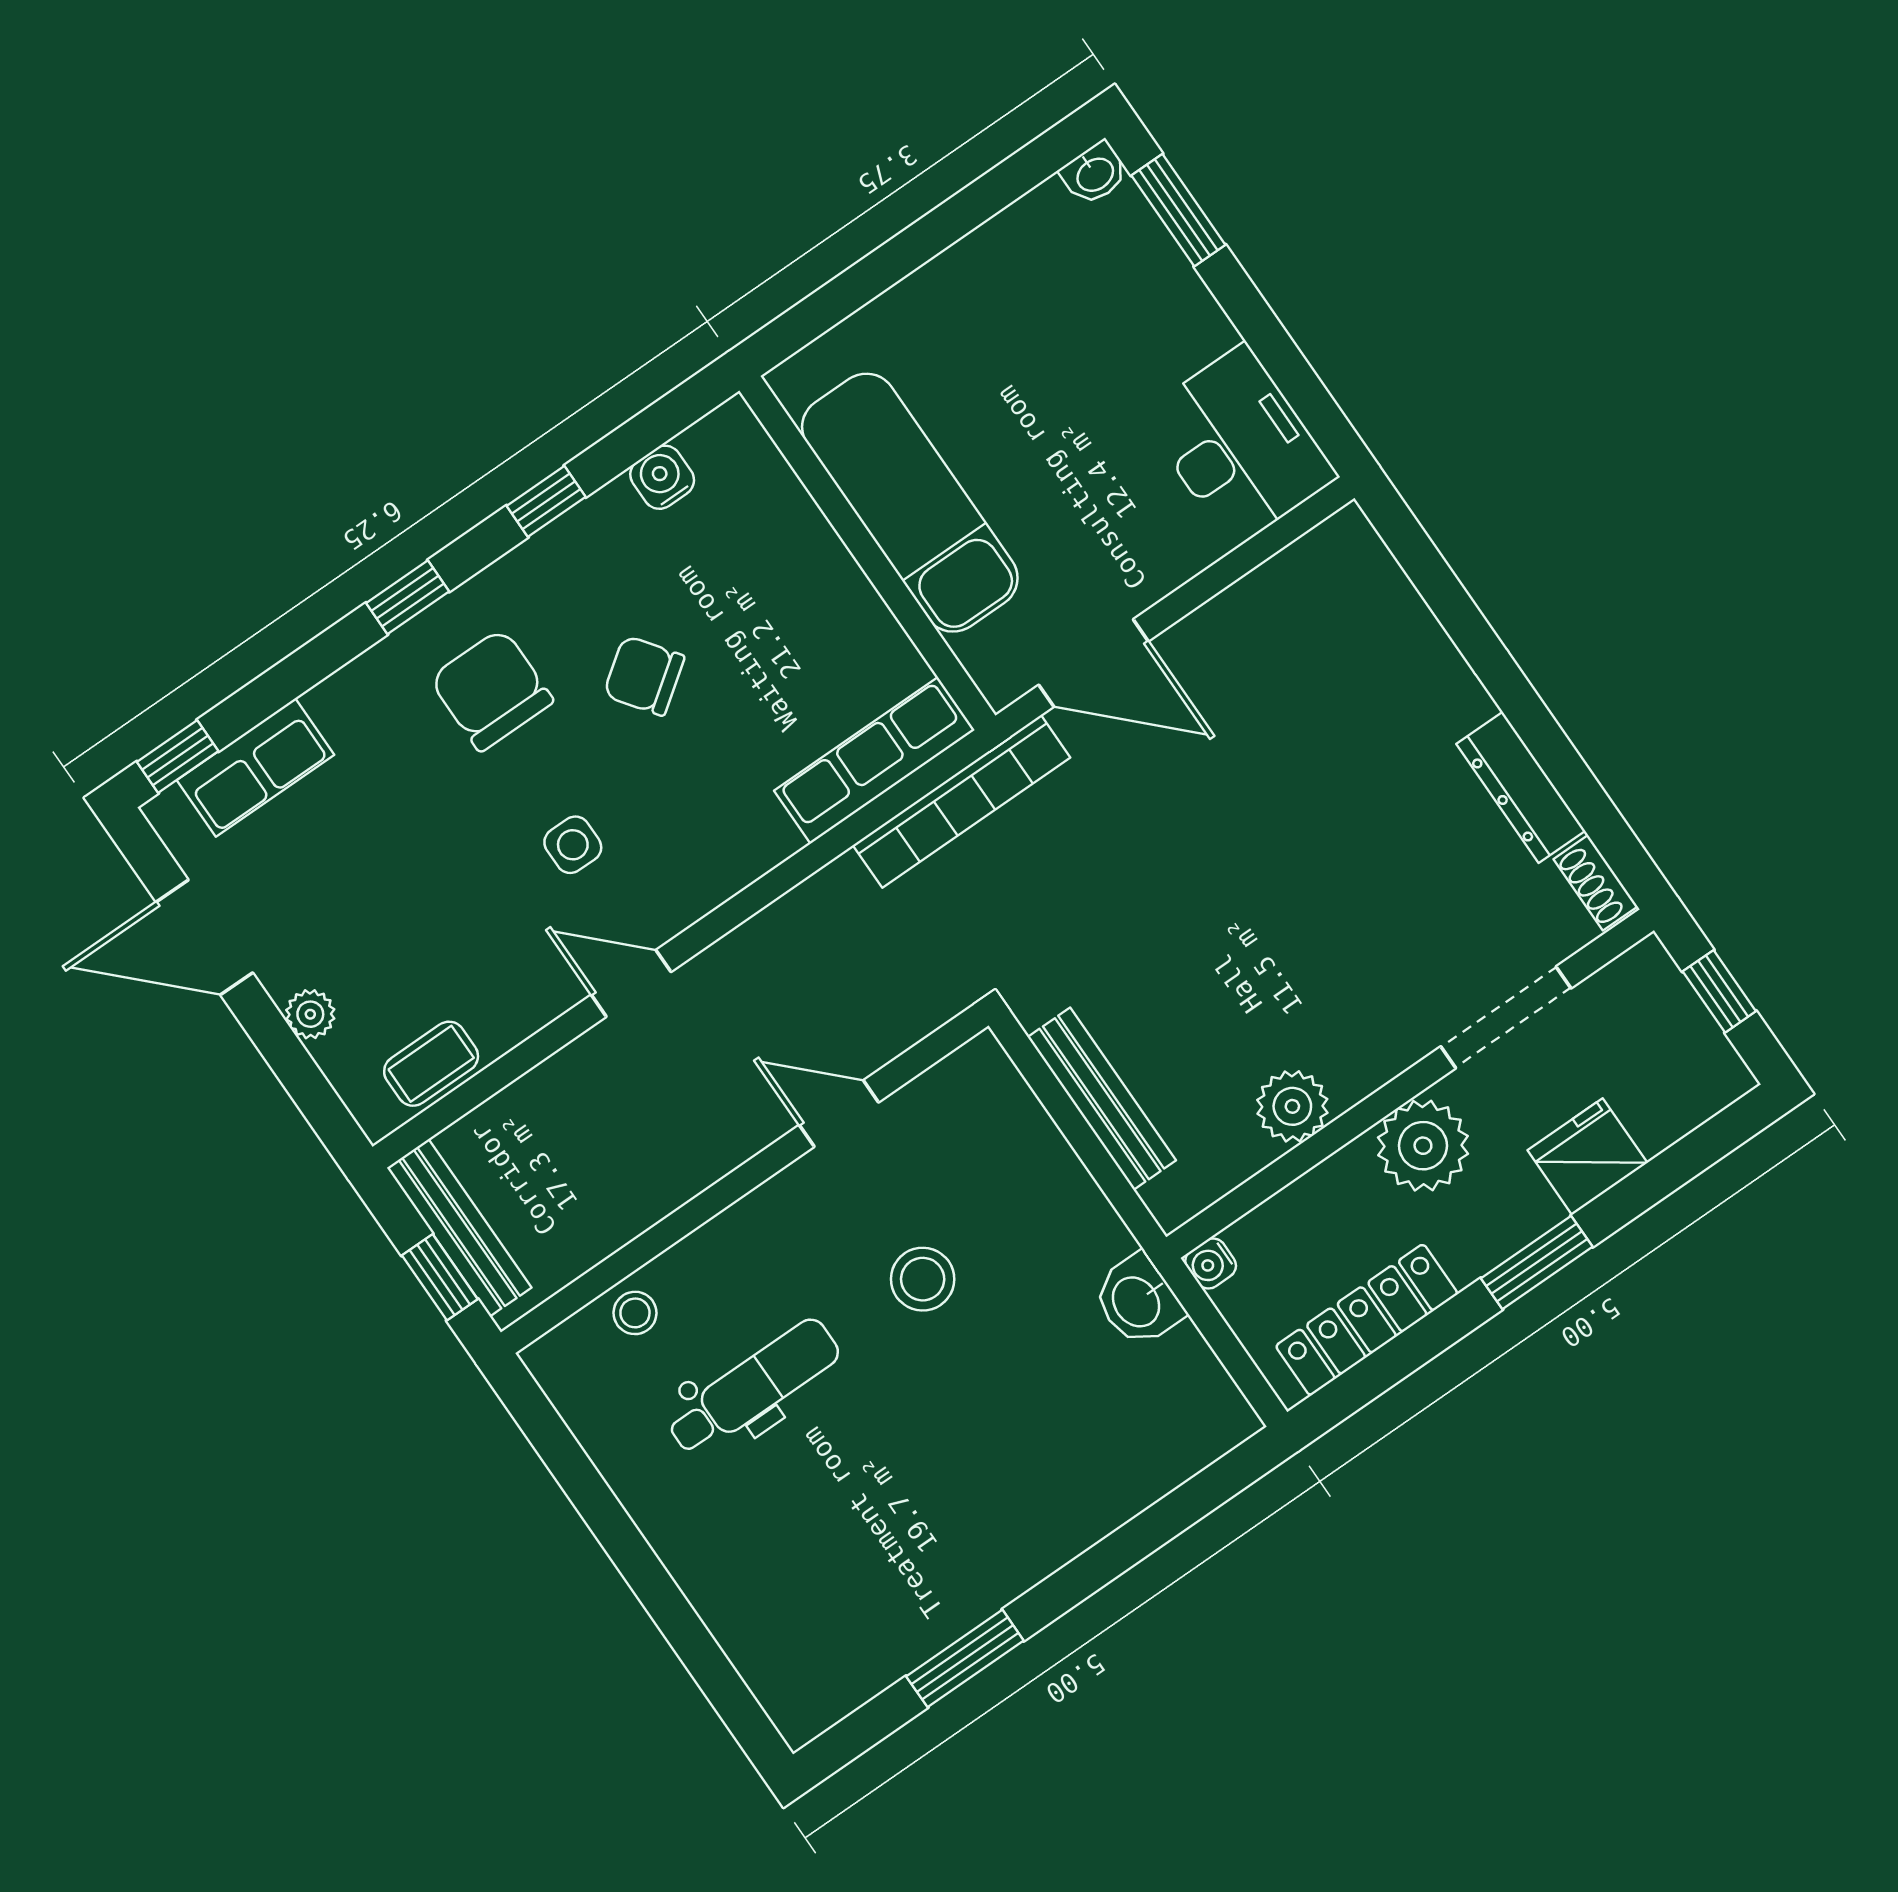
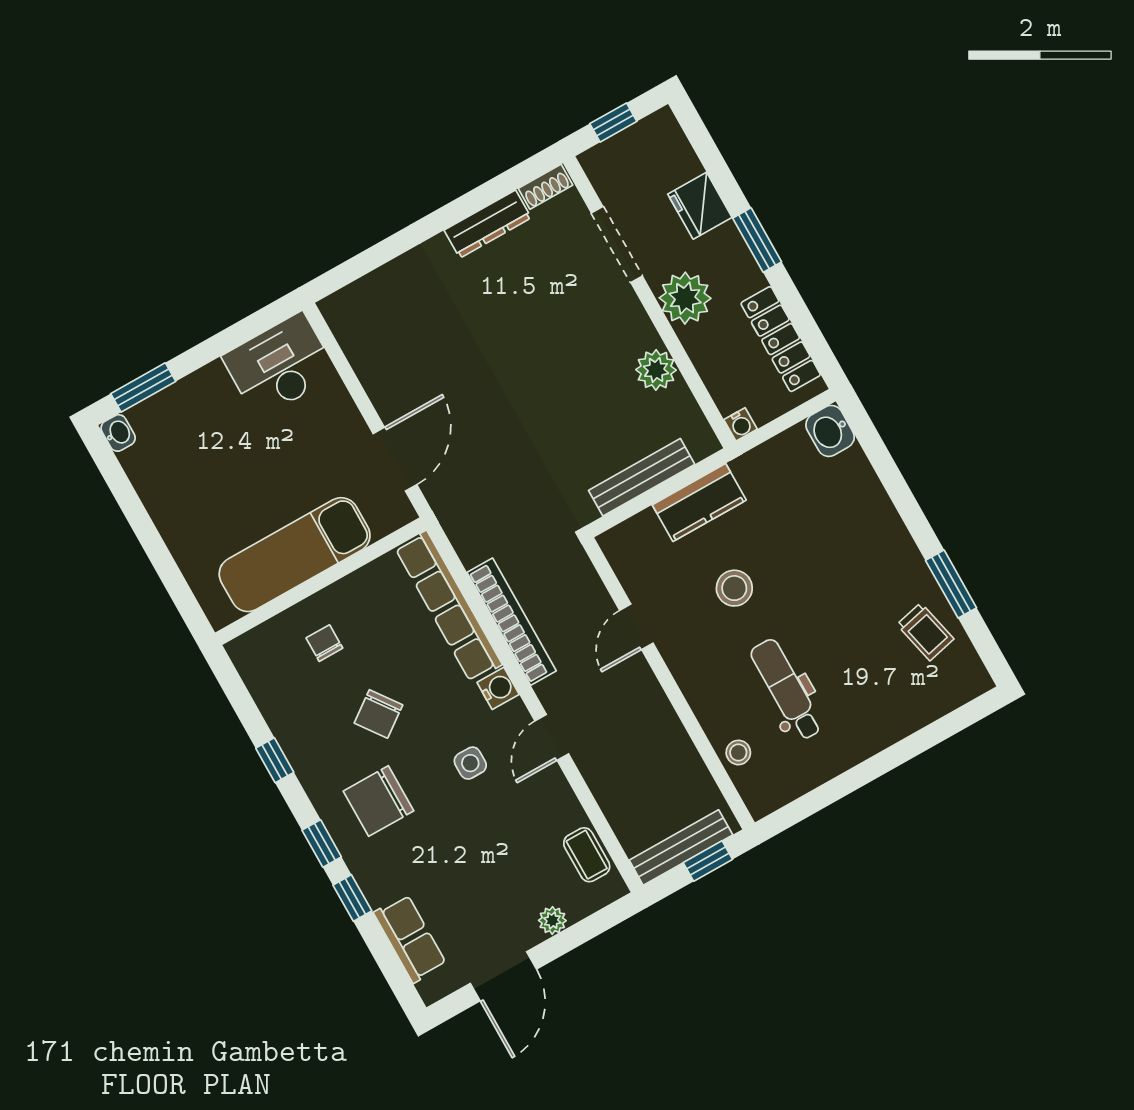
water cooler: (662, 477) -> (498, 688), moved, turned 180
chair: (760, 569) -> (324, 643), added
window: (178, 757) -> (352, 898), moved
row of seats: (874, 760) -> (449, 606), width x1.36
bookcase: (962, 801) -> (512, 622), moved
kitchen counter: (1067, 1204) -> (699, 502), added
washbasin: (1138, 1301) -> (830, 431), moved, turned 90
trolley: (877, 1621) -> (925, 632), added

